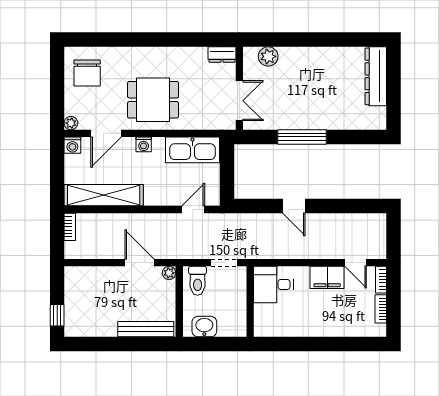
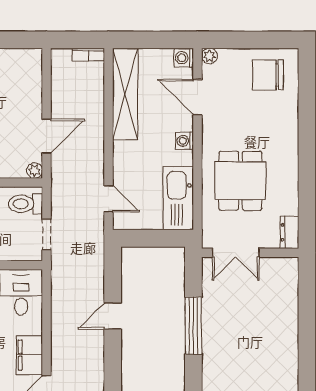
plant: (268, 56) -> (287, 286), removed
dining table: (153, 100) -> (240, 181), moved

